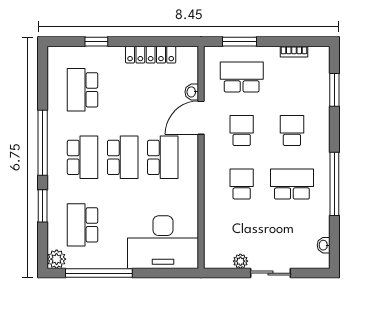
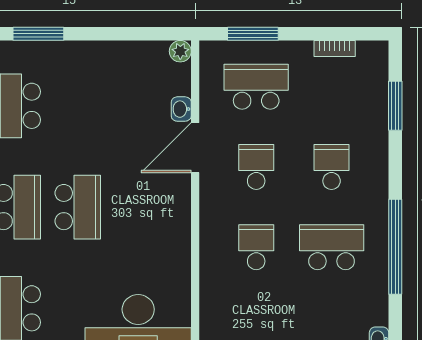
window: (96, 42) -> (38, 34), width x1.50
plant: (191, 53) -> (180, 51), added
locker: (151, 55) -> (120, 53), removed
school desk: (163, 157) -> (138, 207), removed

